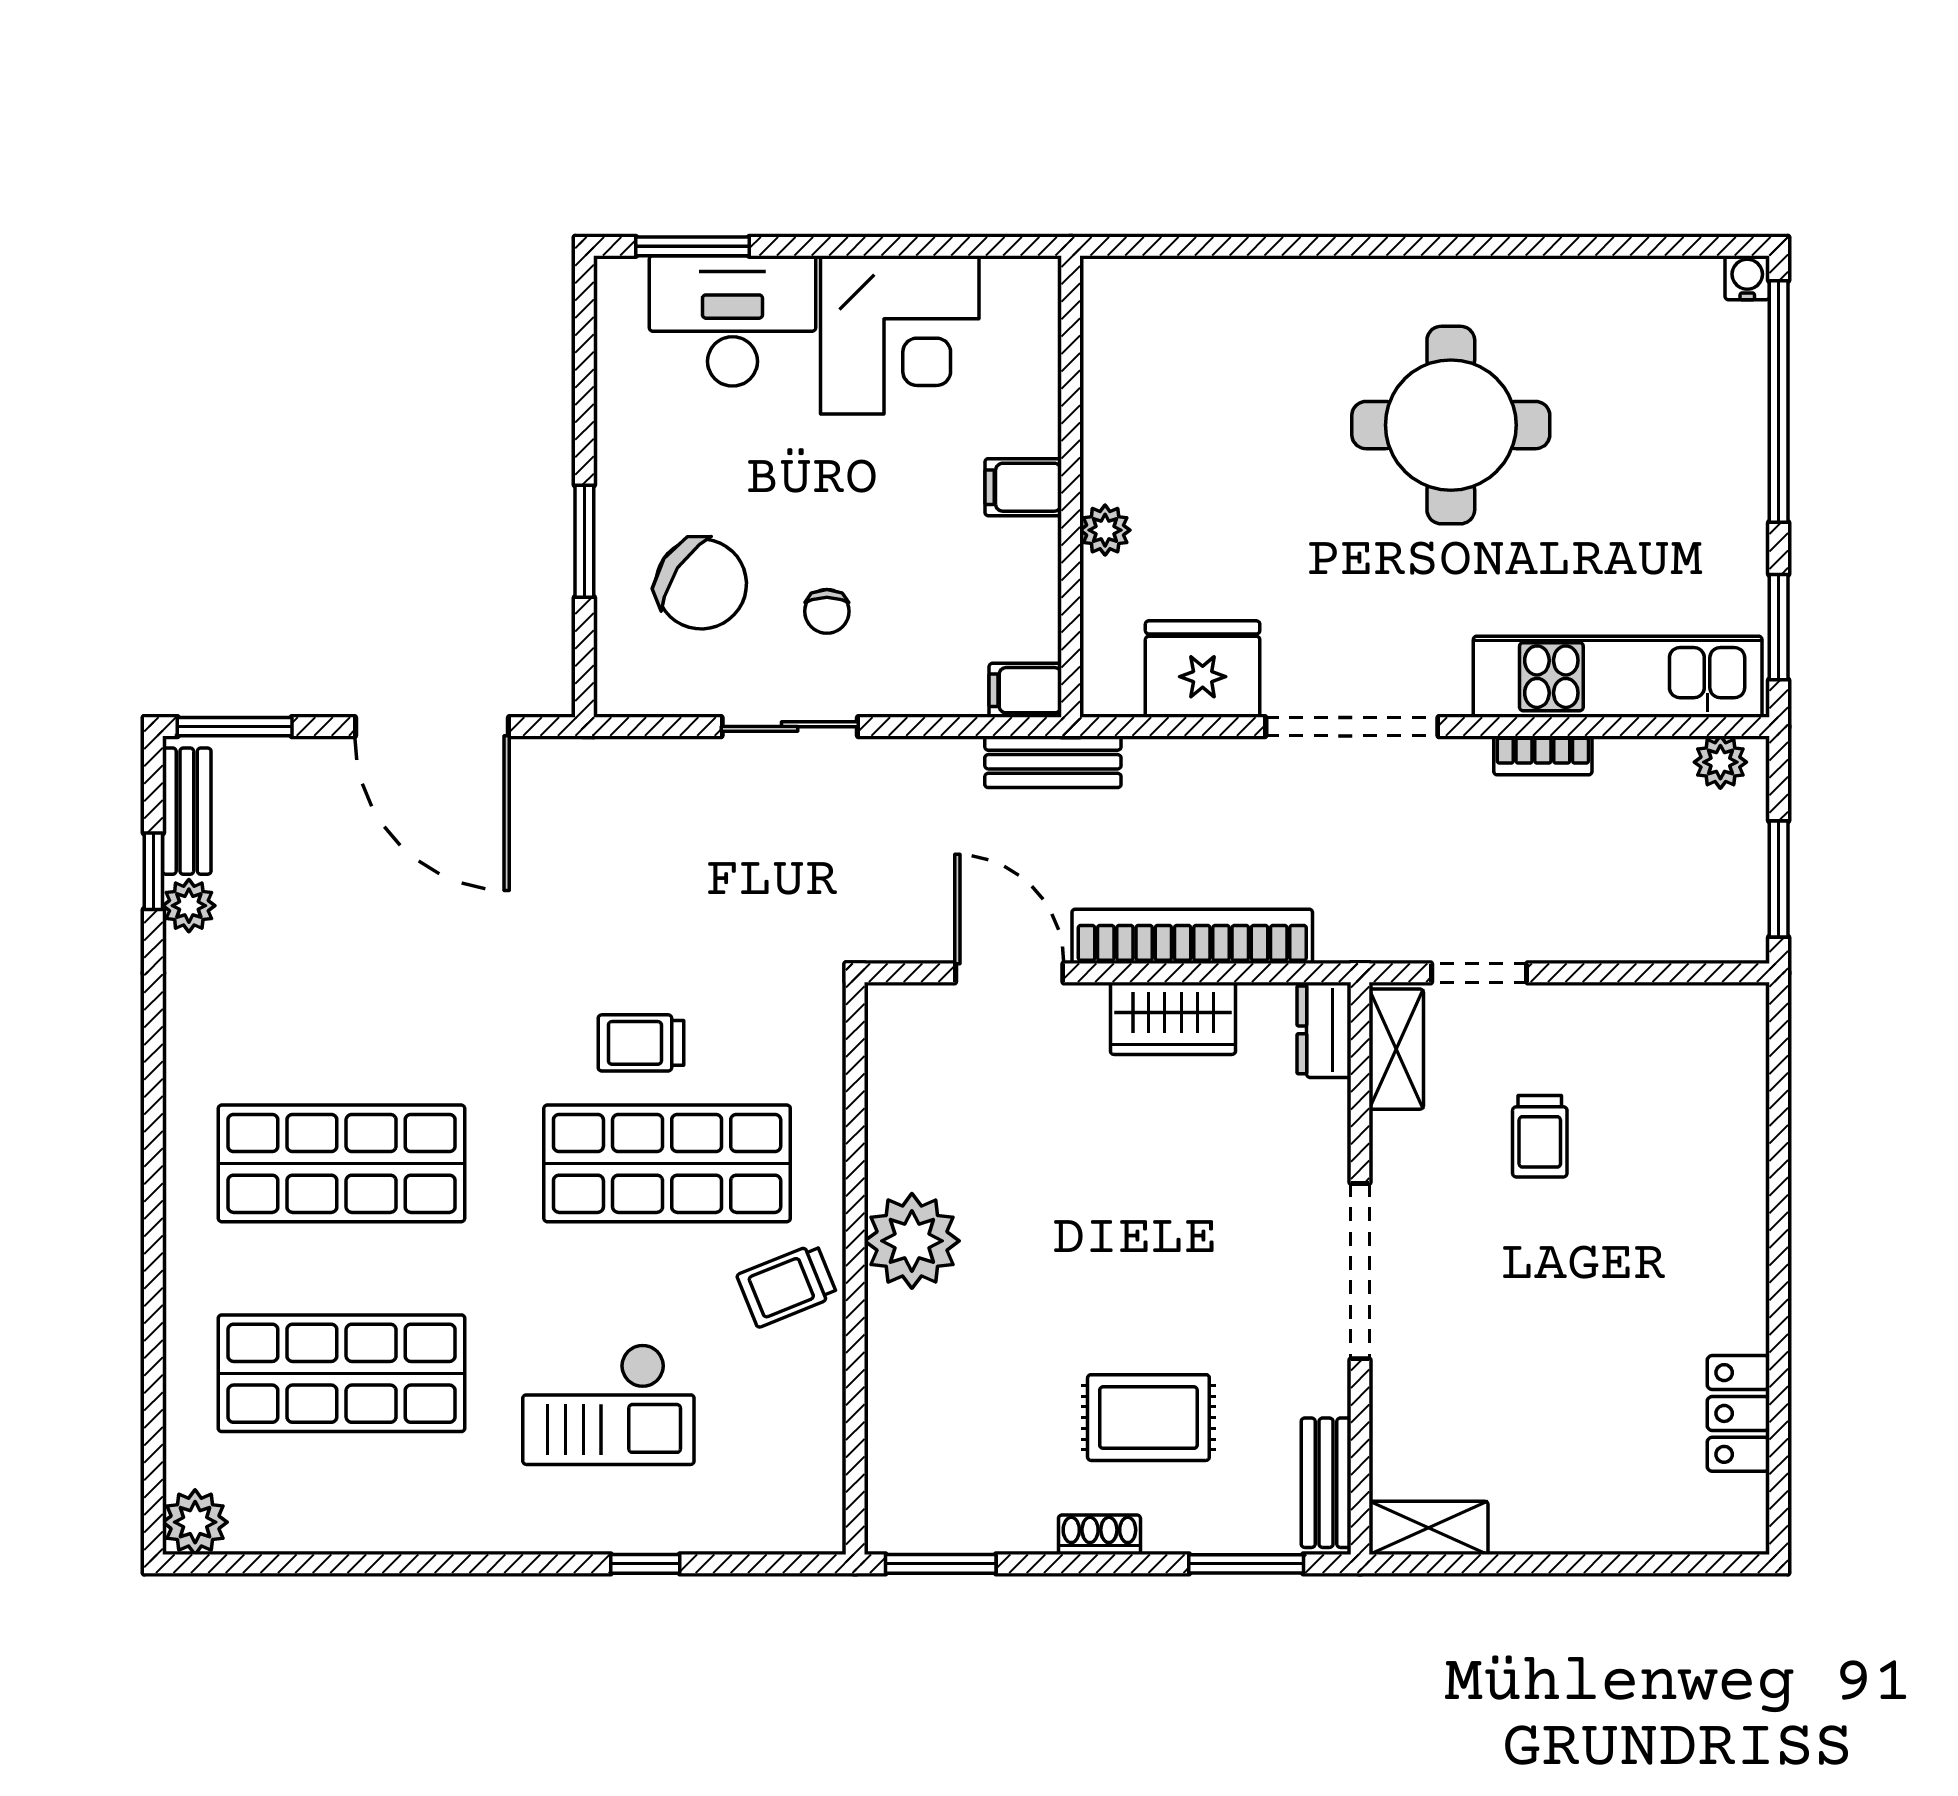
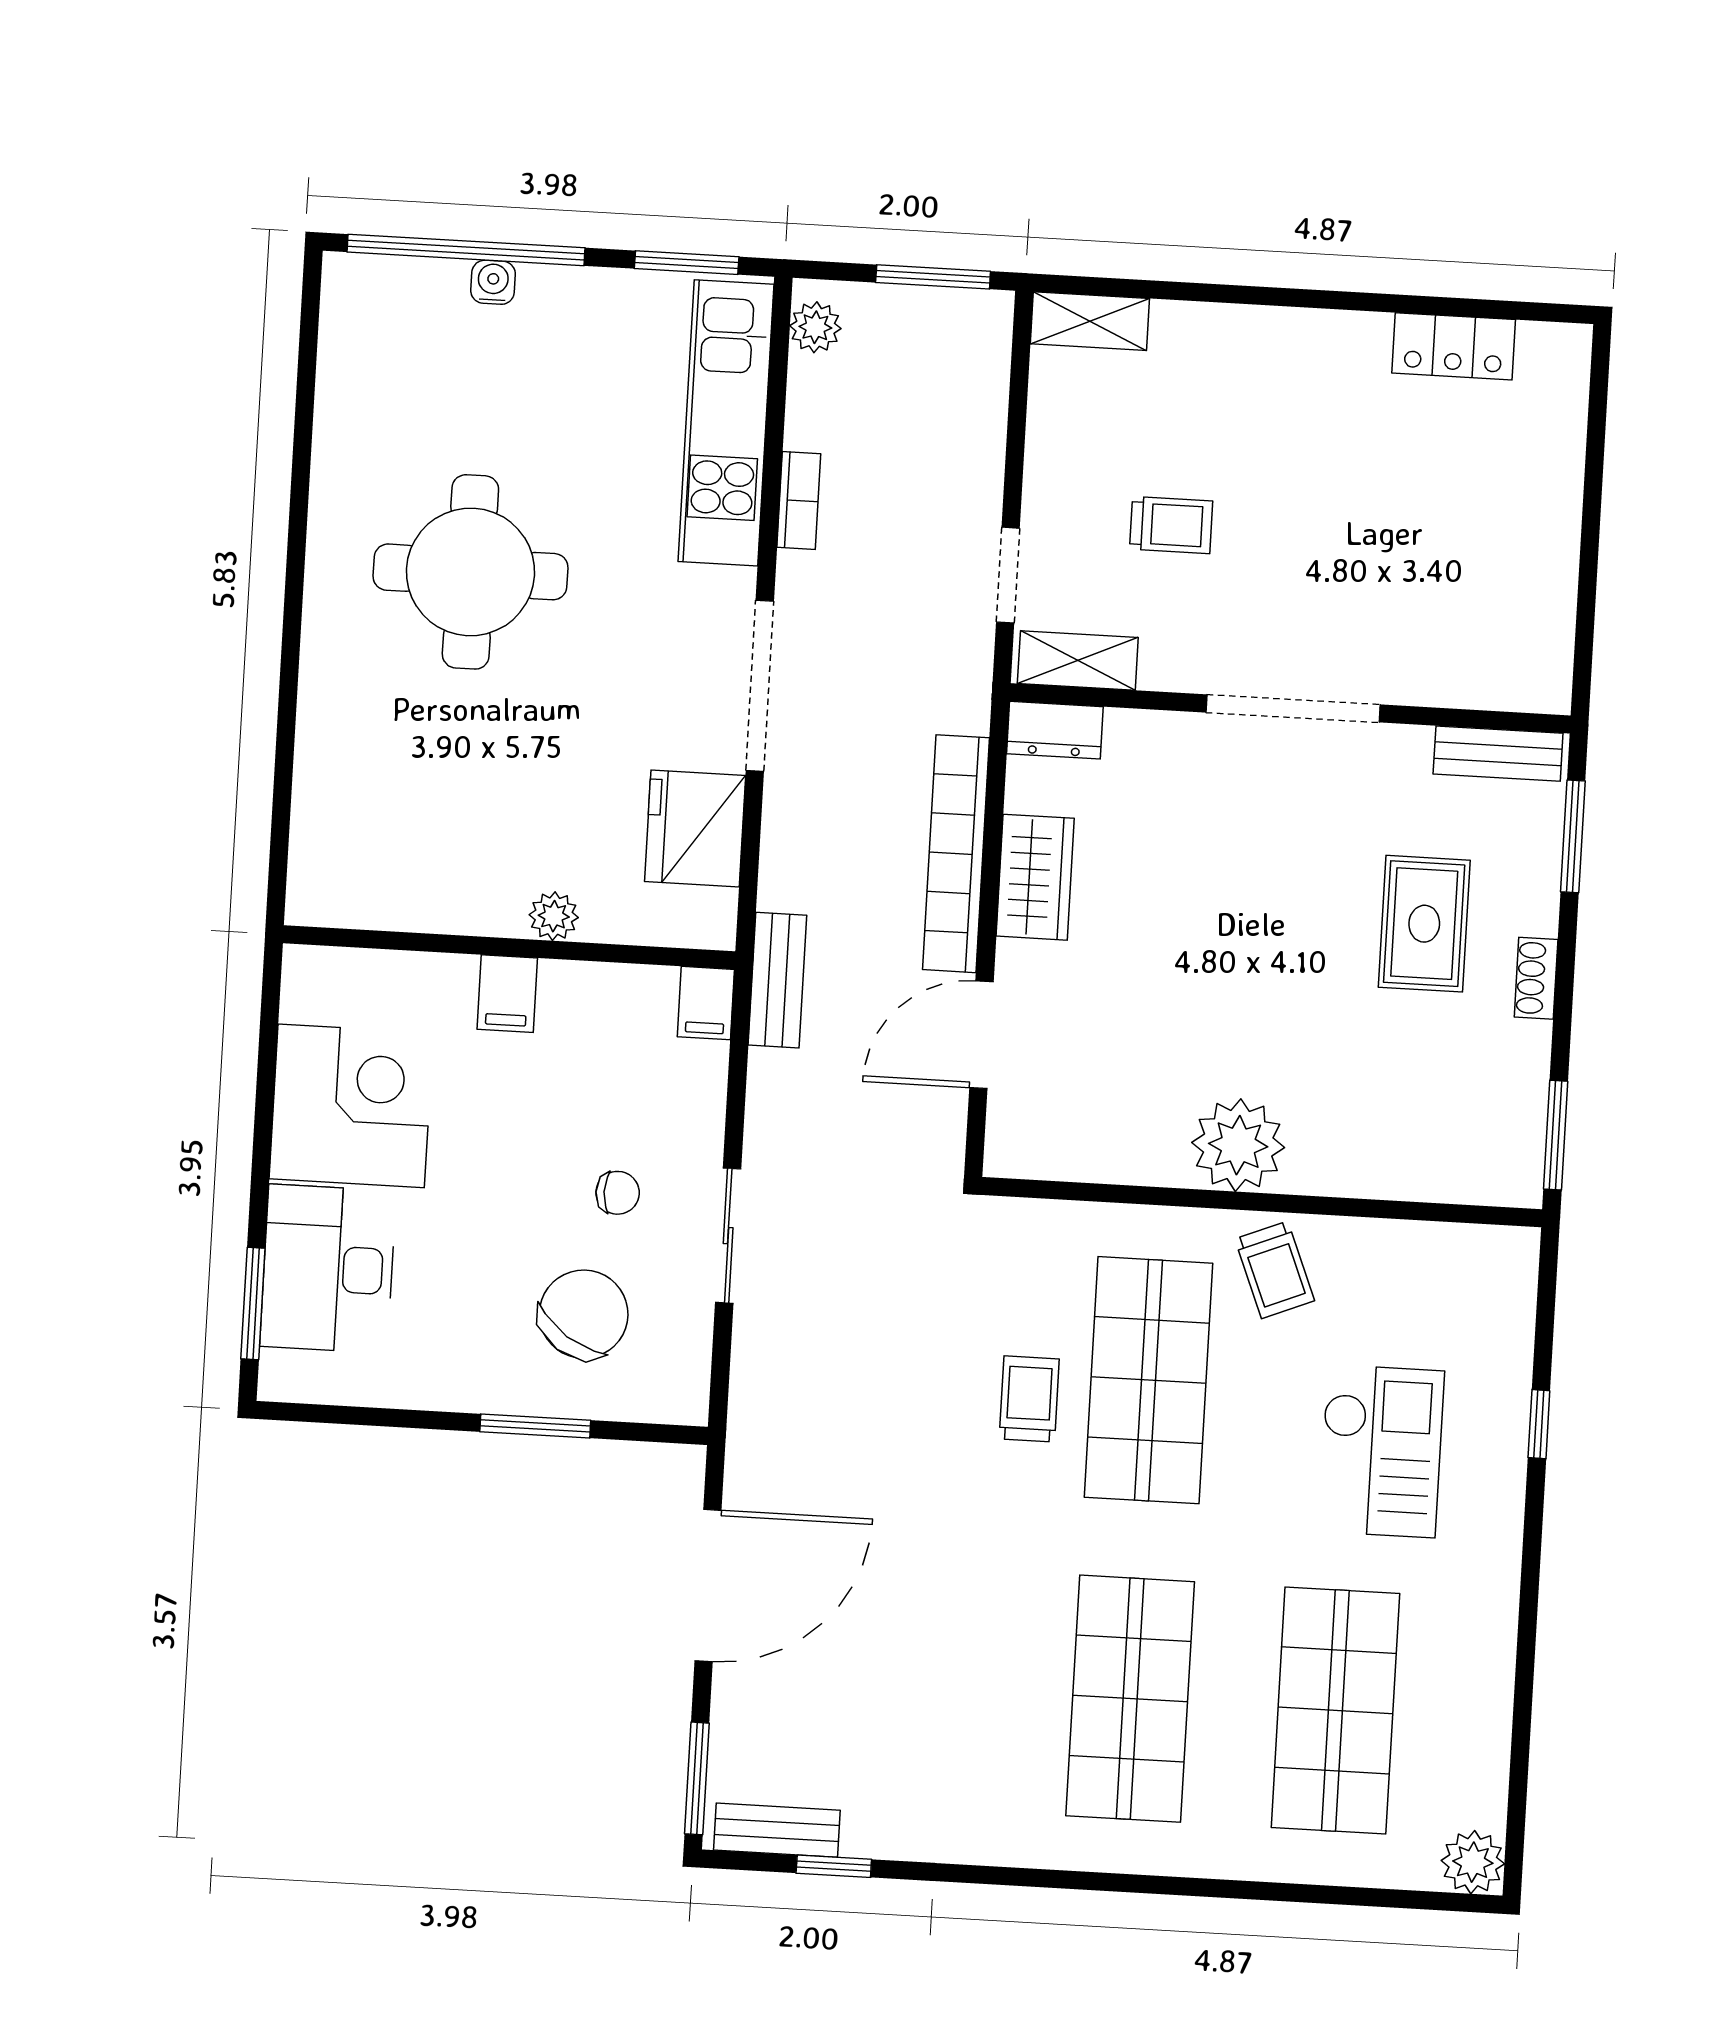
water cooler: (1747, 278) -> (493, 282), moved, turned 90
plant: (189, 906) -> (869, 1833), removed
trolley: (641, 1043) -> (1029, 1399), turned 180
shelving: (1429, 1528) -> (1090, 321), moved, turned 90

